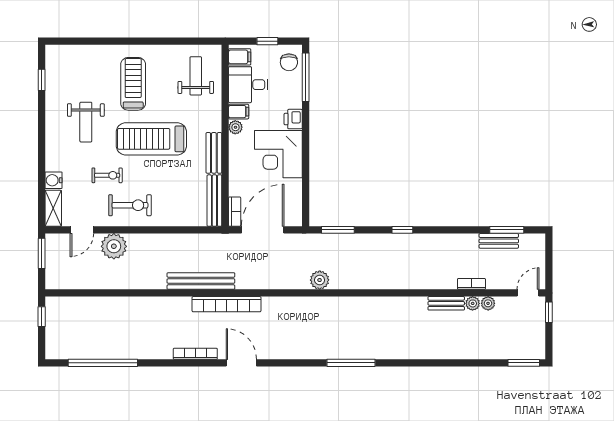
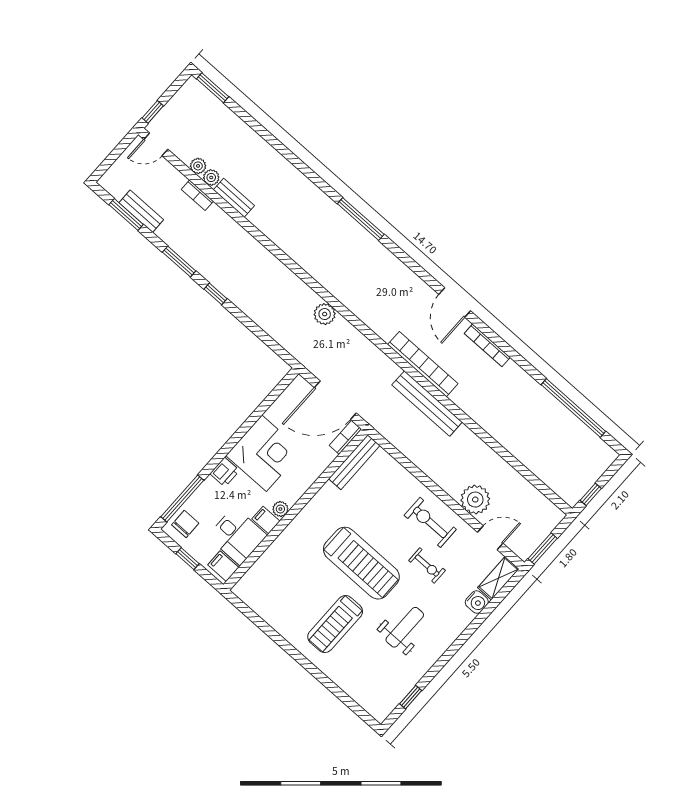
weight bench: (196, 76) -> (275, 583), removed
bench: (214, 153) -> (318, 503), removed
exercise bike: (107, 175) -> (427, 565), turned 180
window: (338, 230) -> (179, 262), moved

